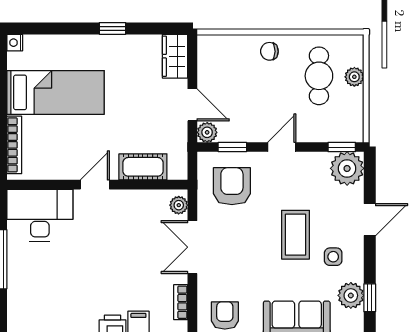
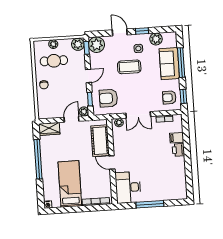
window: (112, 28) -> (38, 159), width x3.17
plant: (351, 129) -> (78, 44), added
door: (282, 147) -> (88, 76), swing flipped
cot: (143, 167) -> (100, 141), width x1.37, depth x1.34
window: (370, 298) -> (142, 31), moved

